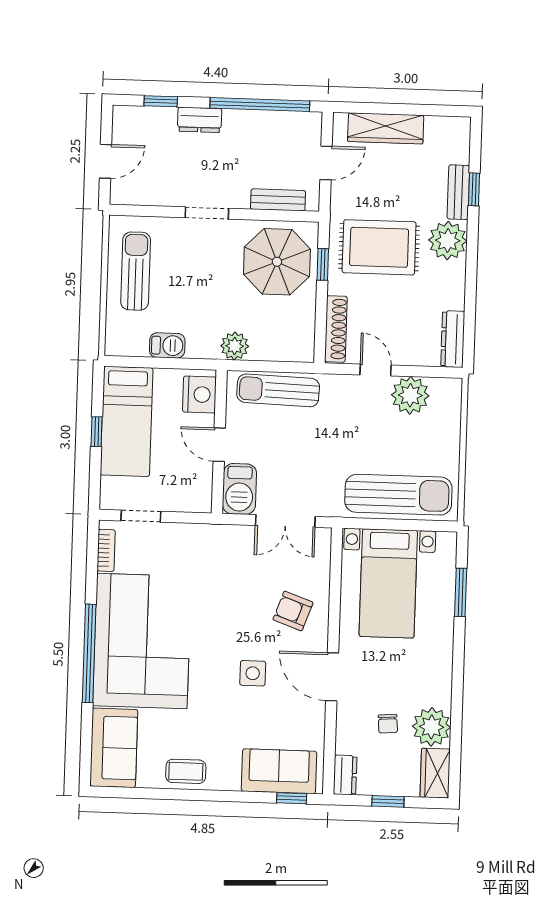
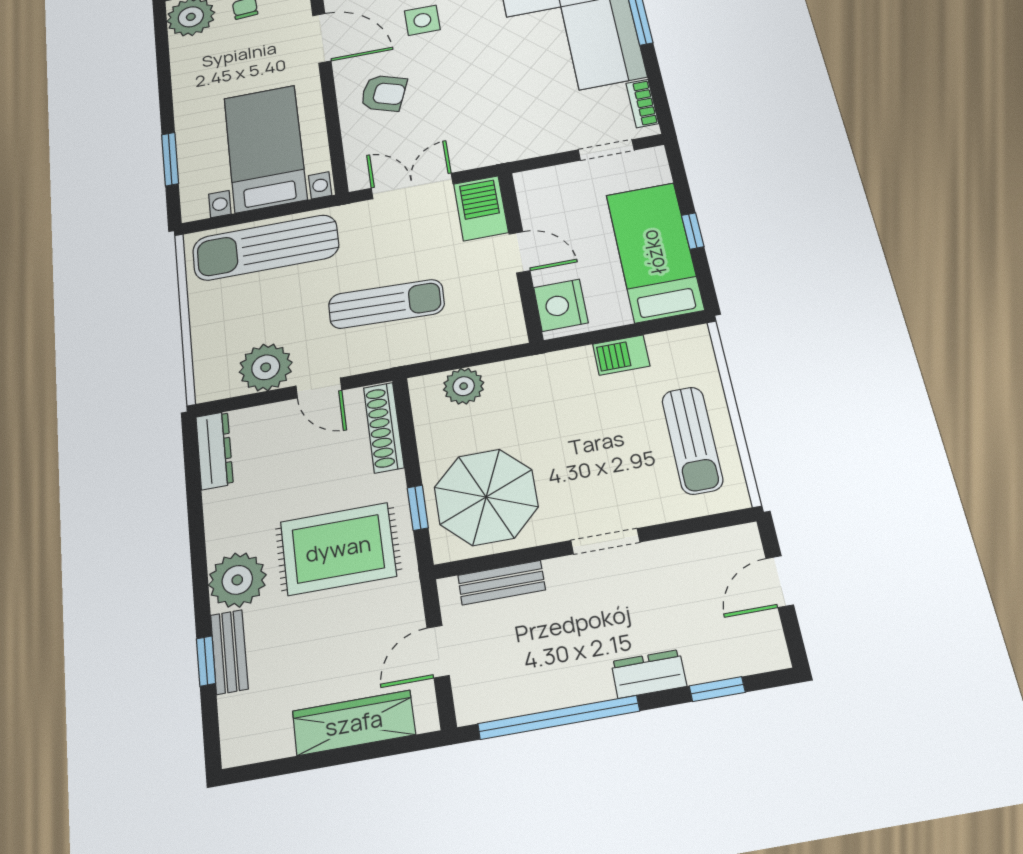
plant: (235, 346) -> (464, 386), moved
sun lounger: (278, 390) -> (386, 304), moved

